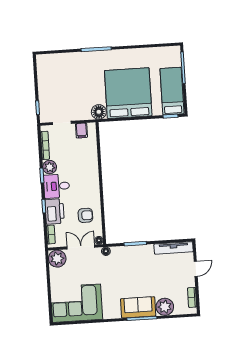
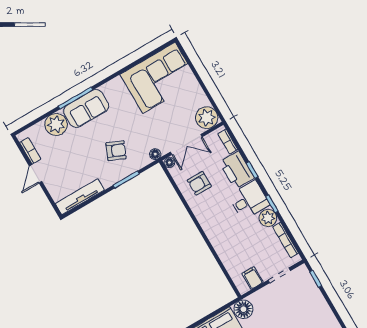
armchair: (132, 267) -> (116, 151), added
door: (196, 269) -> (36, 174), moved

